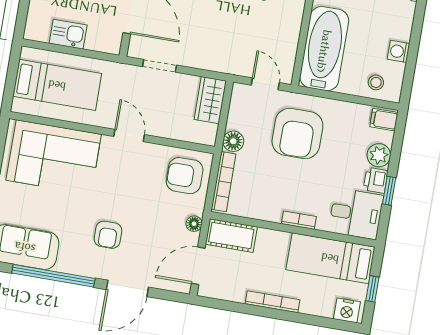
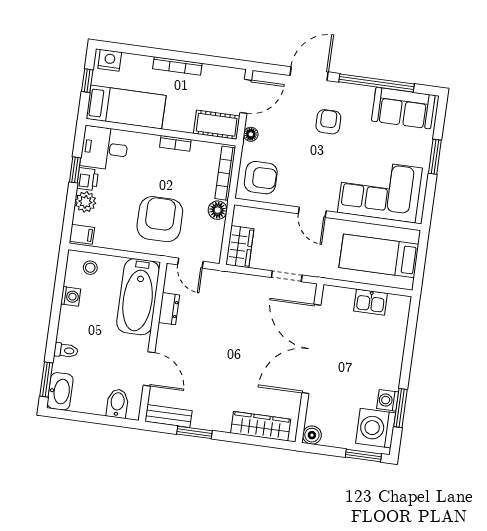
dresser: (291, 34) -> (169, 309), added
bookcase: (299, 220) -> (175, 143), moved

